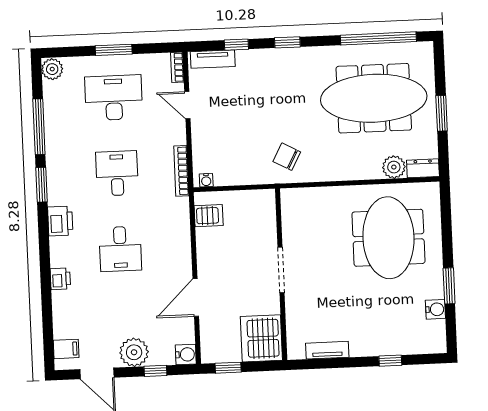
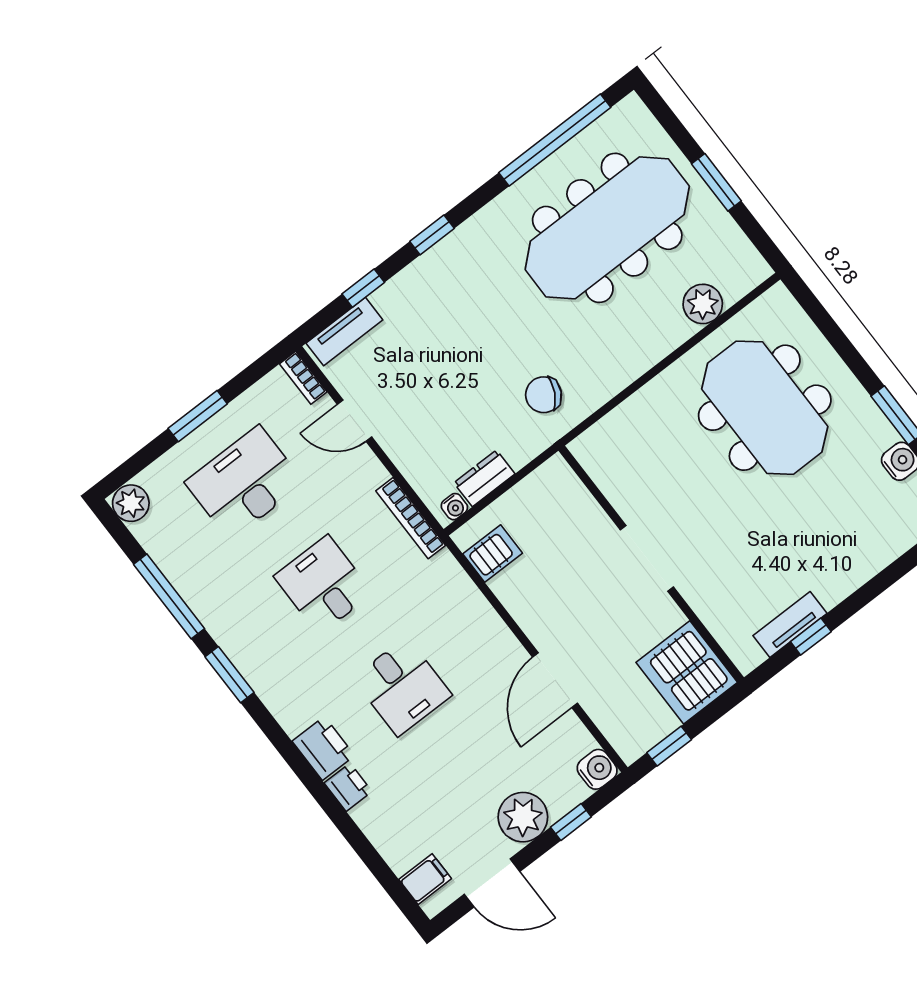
dresser: (423, 168) -> (484, 478), moved
printer: (60, 221) -> (323, 748), moved
window: (390, 361) -> (811, 637), moved

